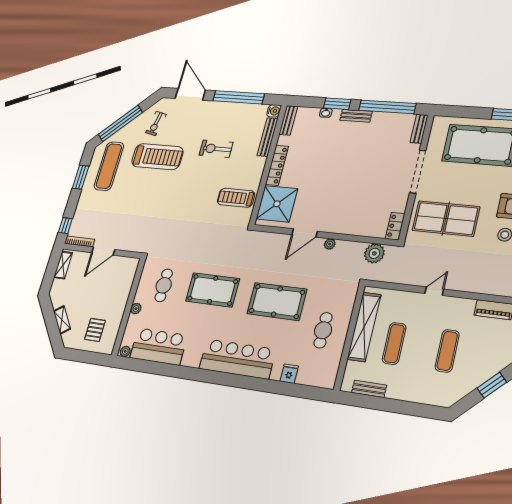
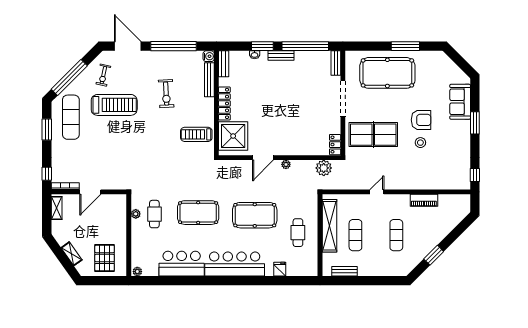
exercise bike: (216, 149) -> (166, 94), turned -93
plant: (136, 309) -> (136, 214), moved
pallet: (95, 330) -> (105, 258), width x1.50, depth x1.42
bar counter: (159, 347) -> (182, 264), moved

